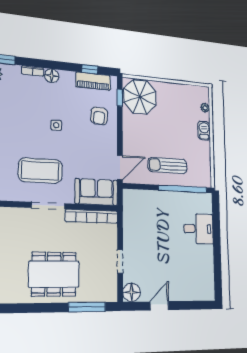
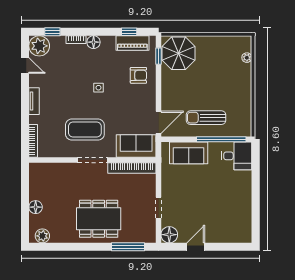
armchair: (99, 116) -> (138, 75), turned -95
barbecue: (204, 131) -> (245, 81), removed
sofa: (151, 202) -> (189, 153), added
desk: (198, 229) -> (237, 156), moved

